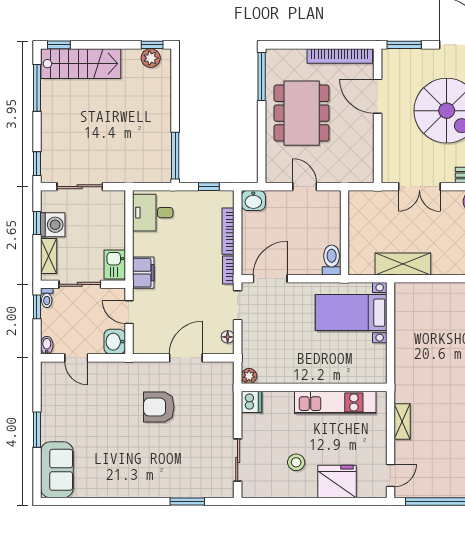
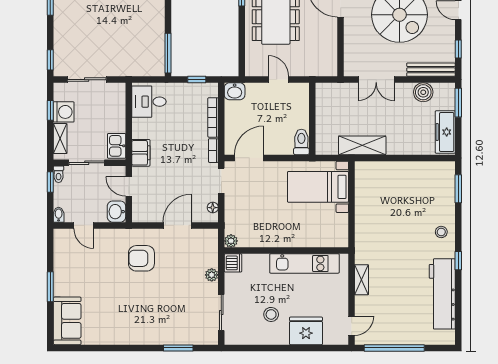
armchair: (159, 407) -> (141, 258), moved
plant: (226, 416) -> (212, 275), added

